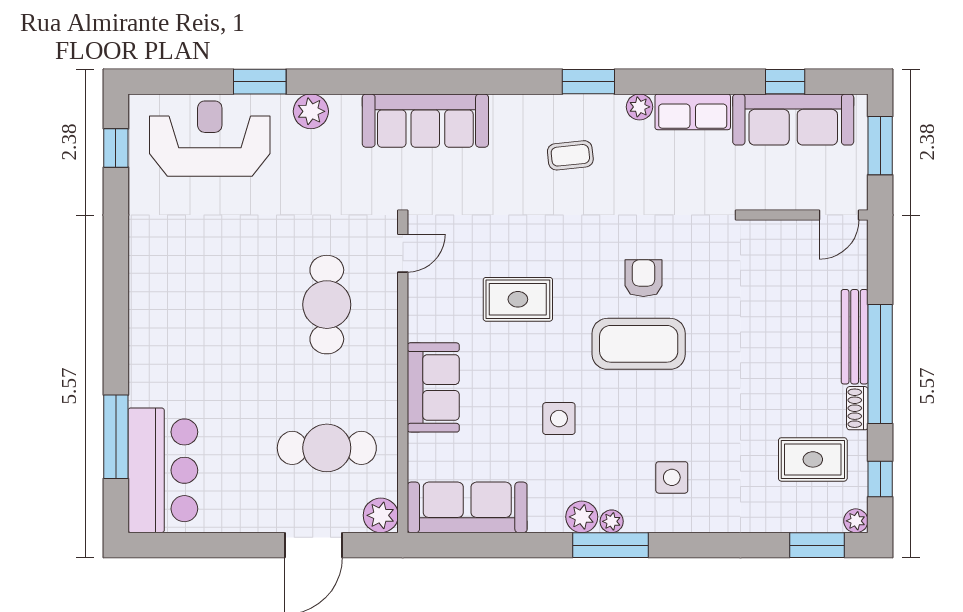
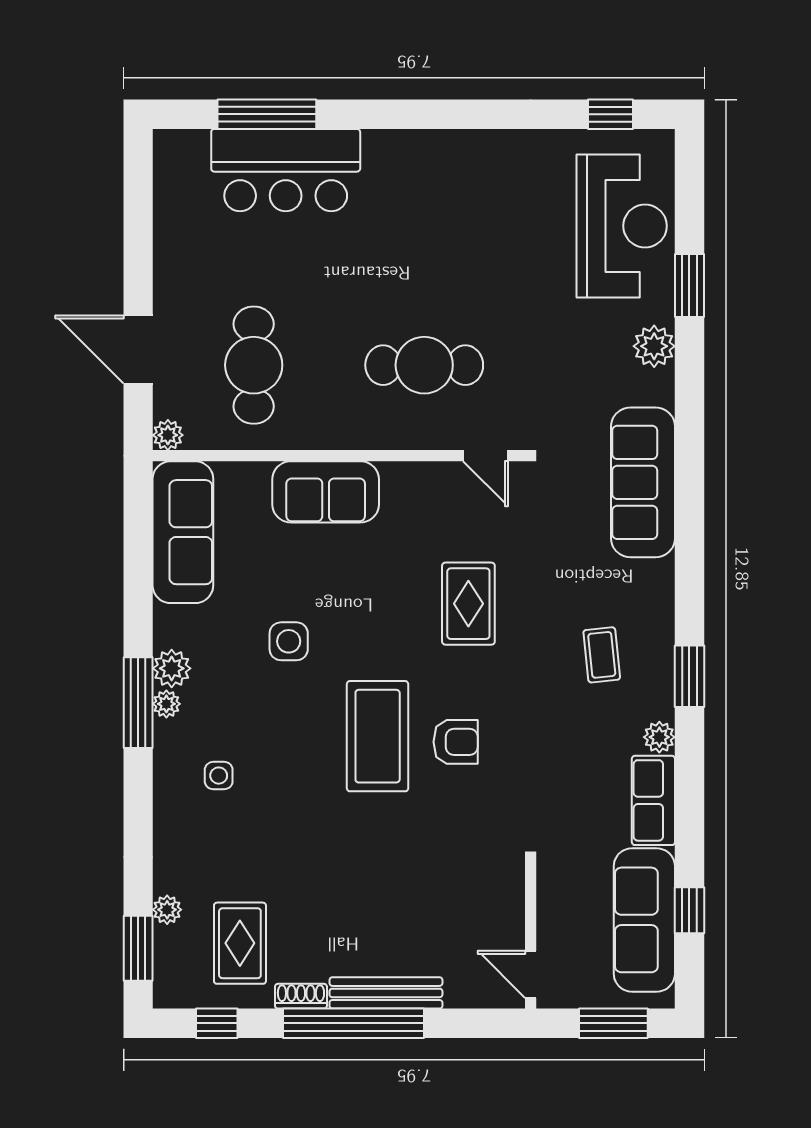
rug: (518, 299) -> (468, 604), moved
bar counter: (163, 470) -> (286, 170), moved
side table: (672, 477) -> (219, 776), width x0.73, depth x0.73
plant: (381, 515) -> (168, 435), width x0.73, depth x0.73
plant: (856, 521) -> (167, 910), moved

